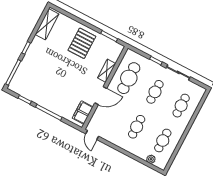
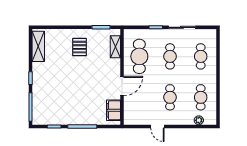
pallet: (82, 43) -> (79, 47), width x0.67, depth x0.71
shelving: (107, 71) -> (115, 47), moved
door: (92, 135) -> (157, 126), moved

